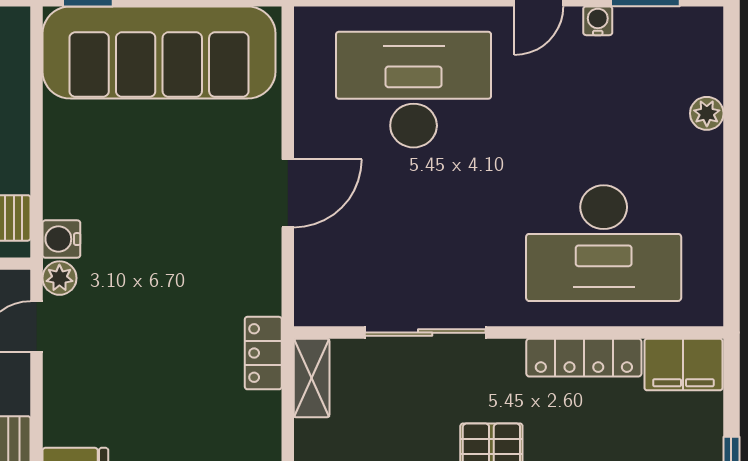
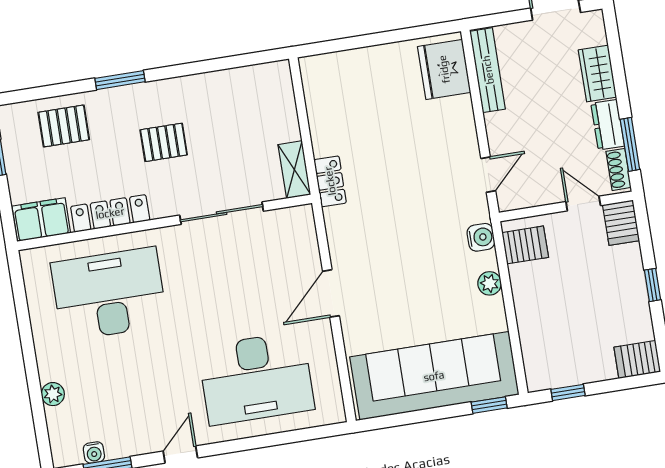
water cooler: (598, 21) -> (94, 452), moved
plant: (59, 278) -> (490, 283), moved

